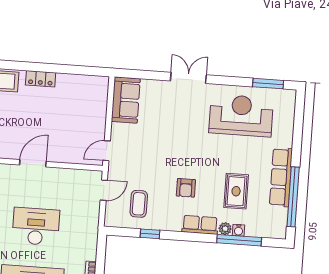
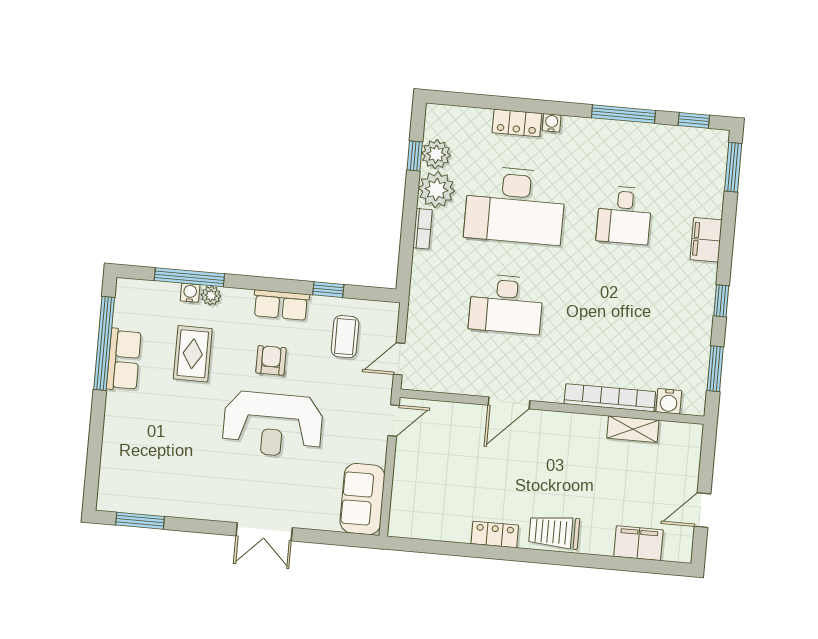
reception desk: (241, 116) -> (273, 424), moved
row of seats: (281, 177) -> (124, 360), width x0.68
row of seats: (200, 225) -> (281, 305), moved

